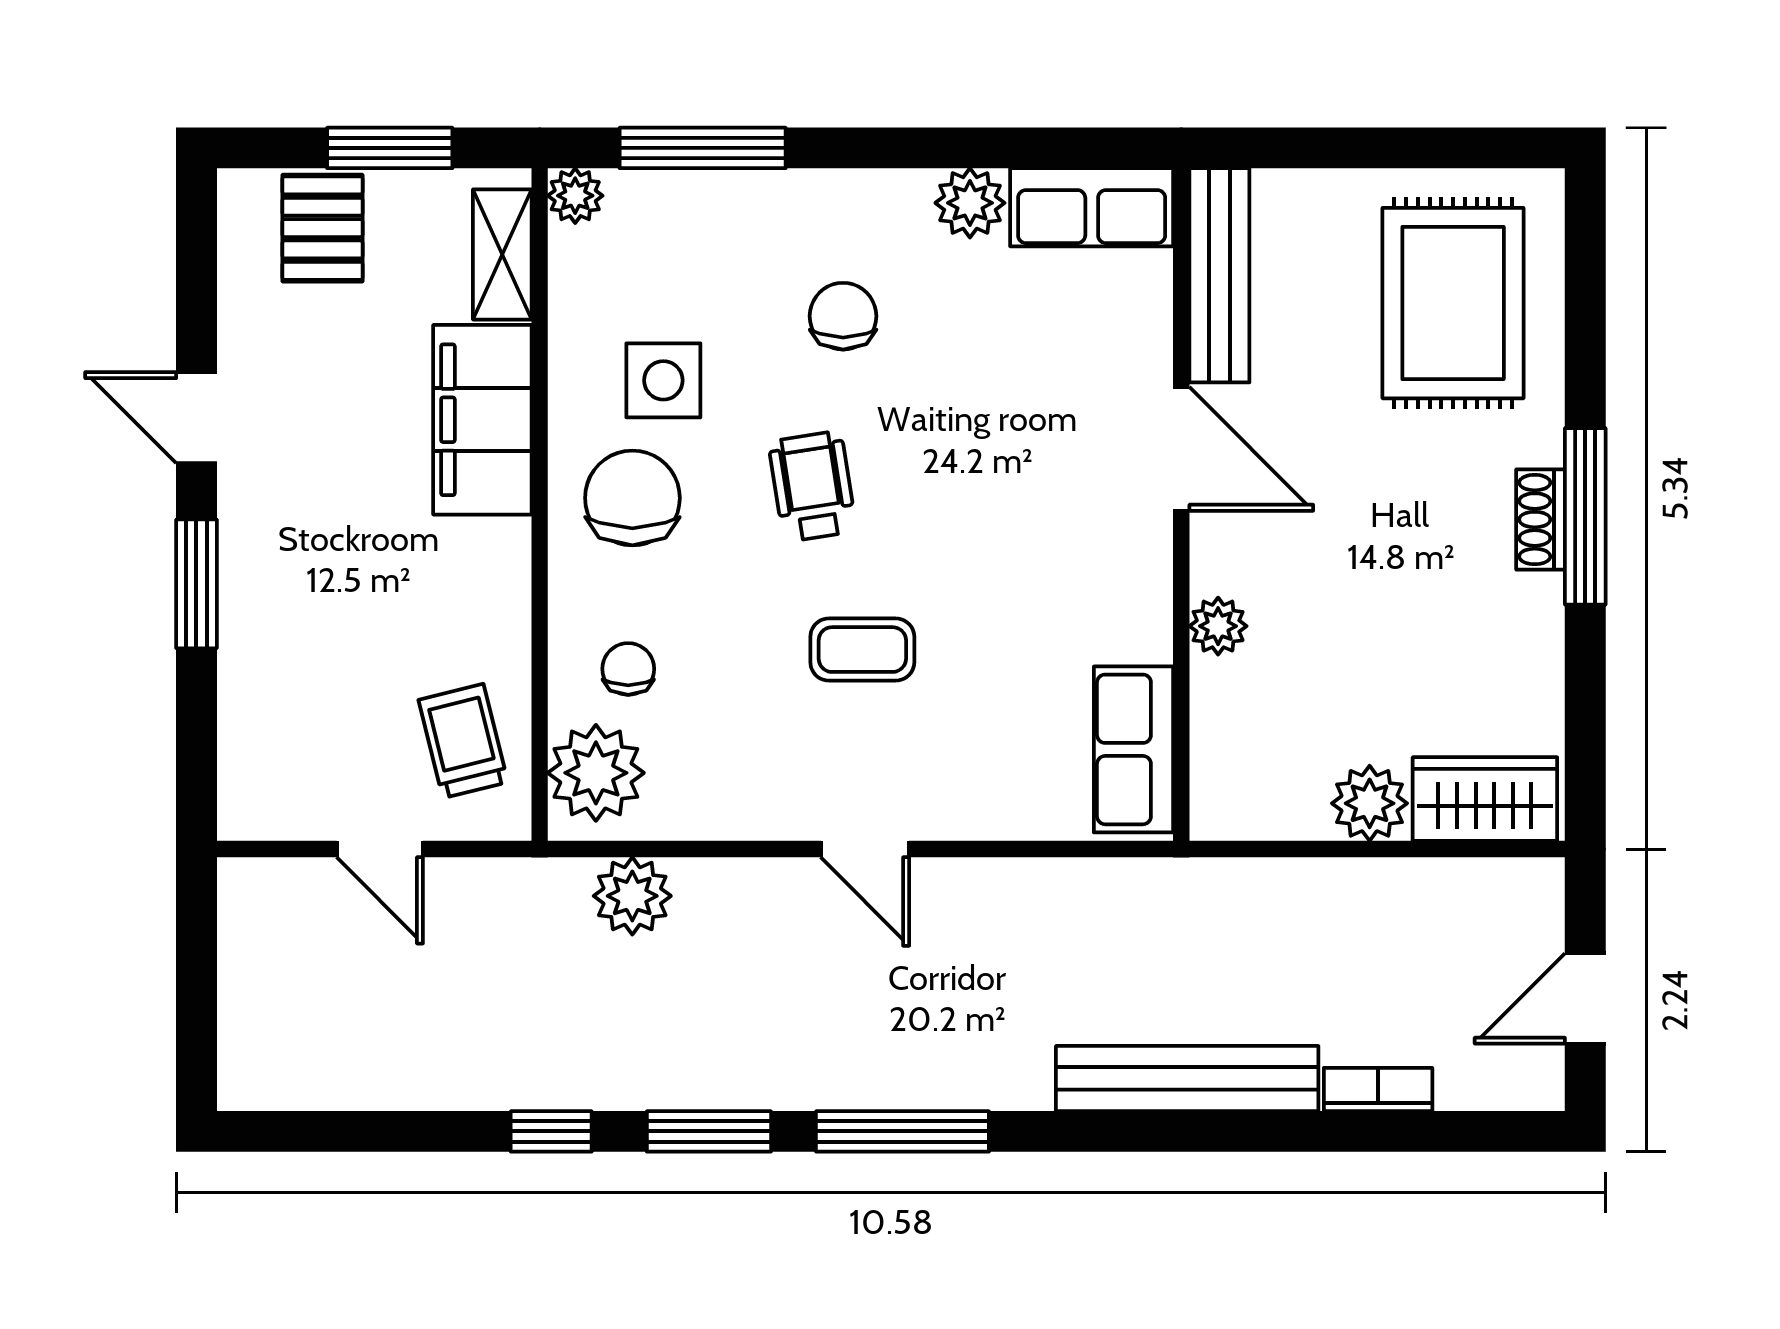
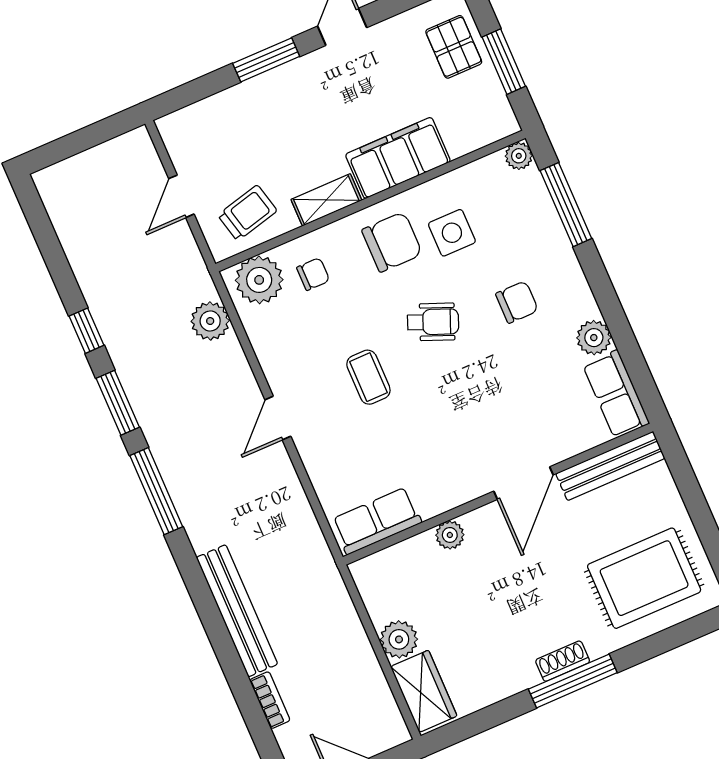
pallet: (323, 228) -> (454, 47), turned 90
shelving: (502, 254) -> (326, 200), moved
wheelchair: (812, 486) -> (433, 322), turned 31

